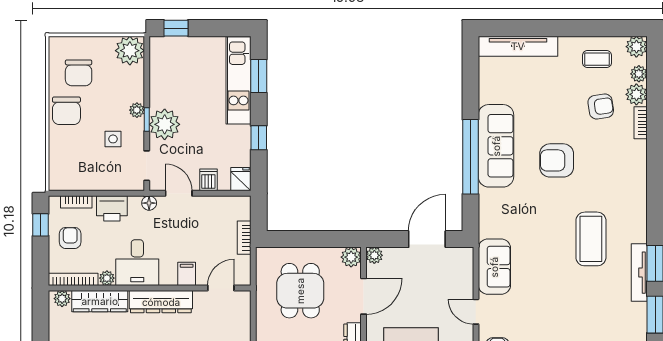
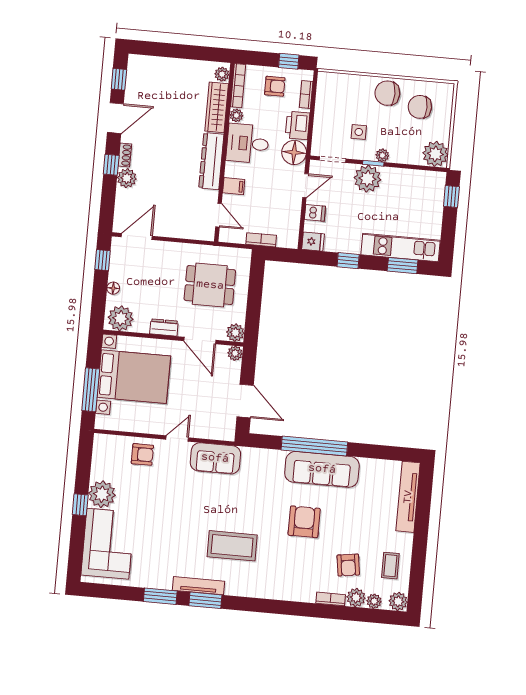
floor lamp: (149, 203) -> (294, 152), width x1.89, depth x1.89

